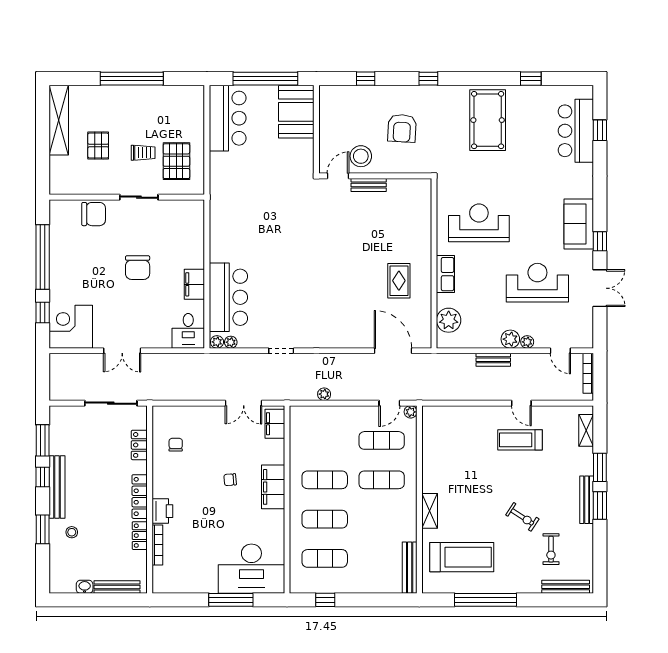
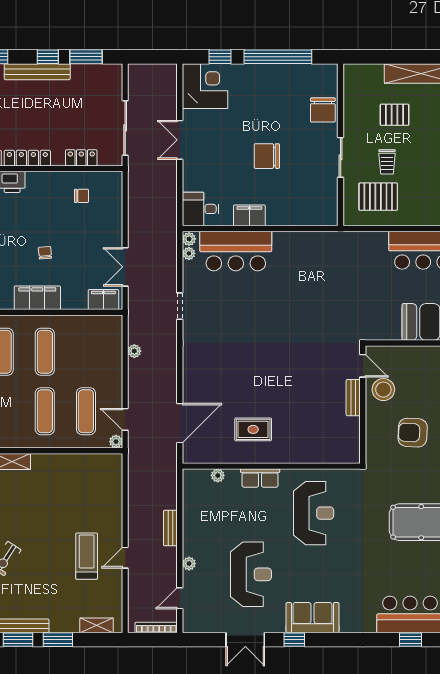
plant: (449, 320) -> (218, 475), width x0.53, depth x0.53
plant: (510, 339) -> (192, 546), removed

